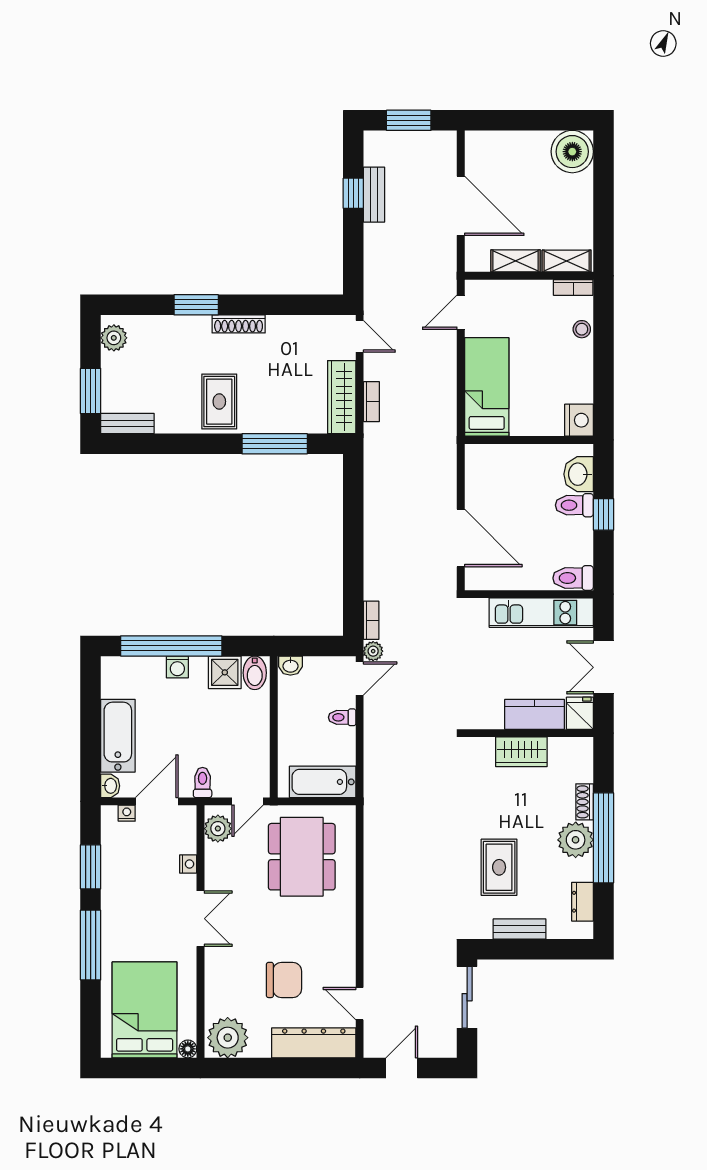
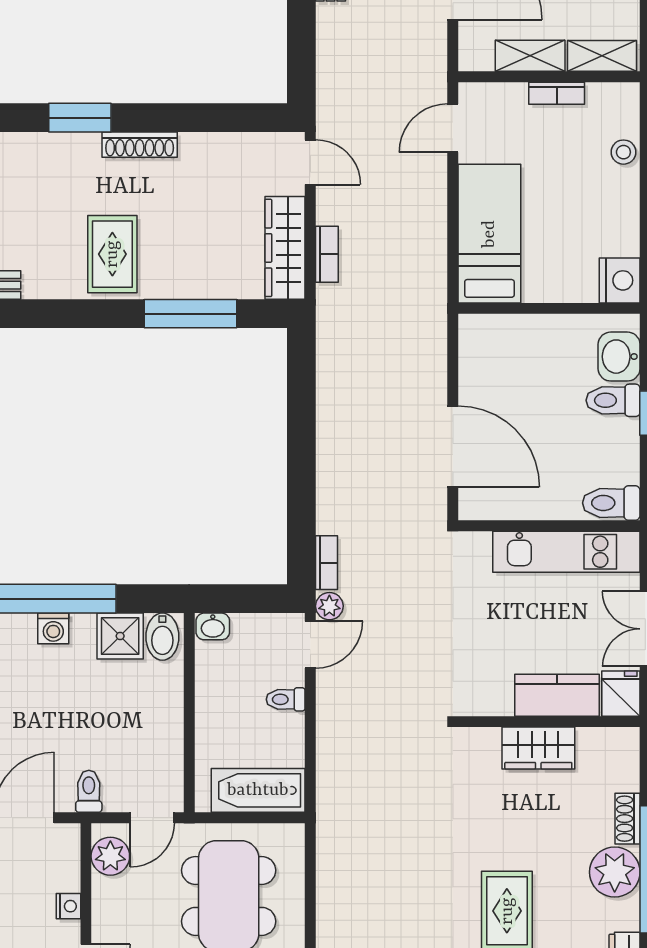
bookcase: (573, 287) -> (557, 93), moved

